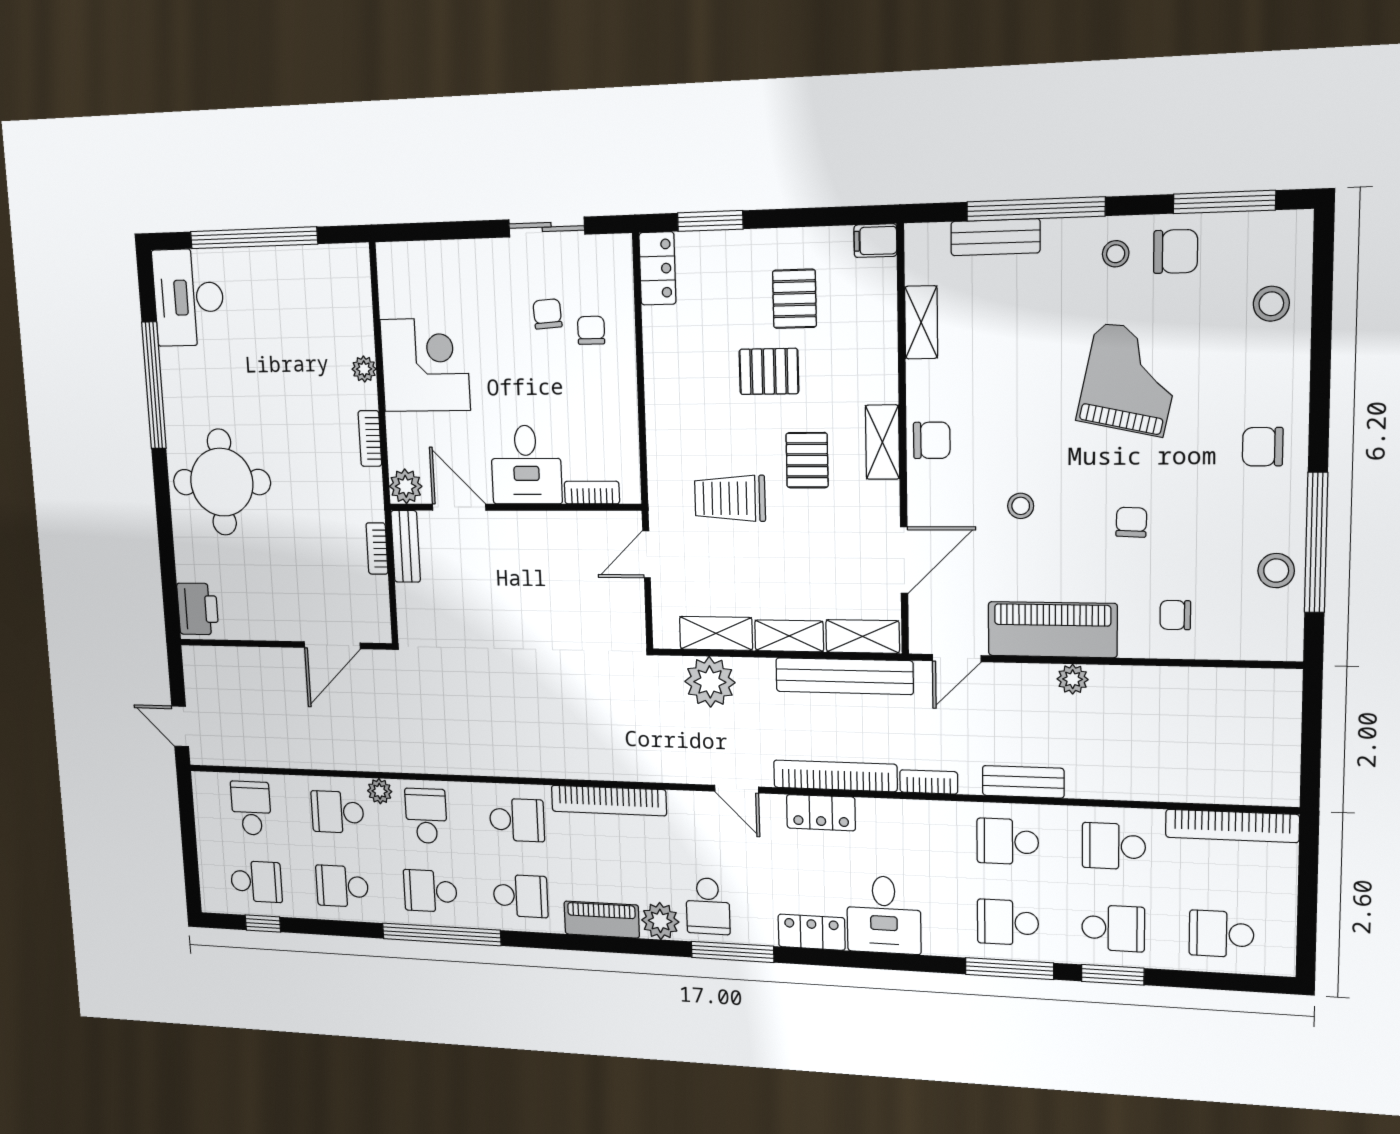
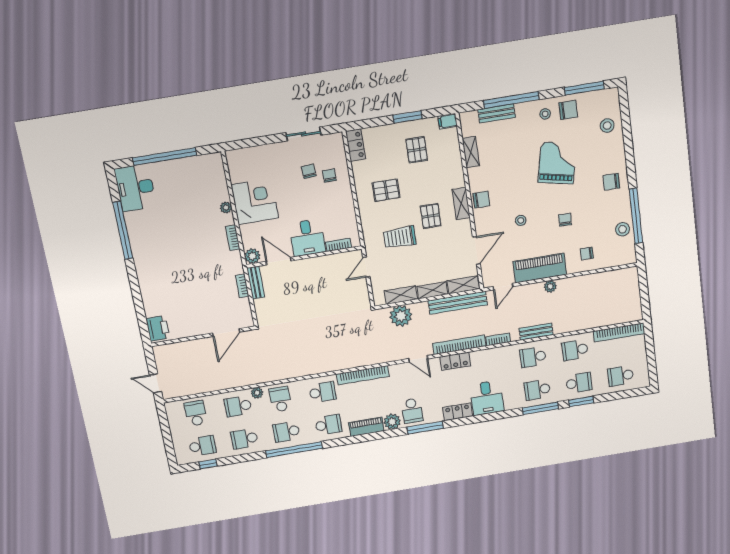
window: (710, 221) -> (408, 117), moved
pallet: (769, 371) -> (386, 190), moved
round table: (222, 482) -> (163, 269), removed

